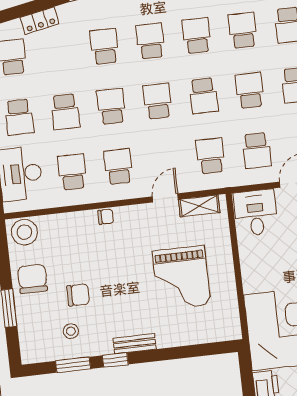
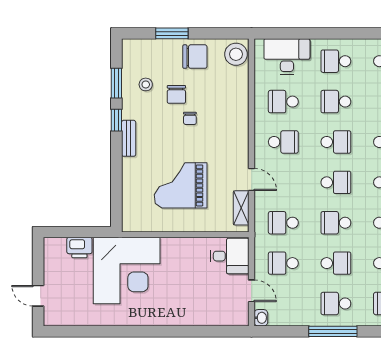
school desk: (211, 156) -> (283, 223), turned 180
school desk: (72, 172) -> (283, 102), turned 180
chair: (106, 217) -> (190, 118), moved

